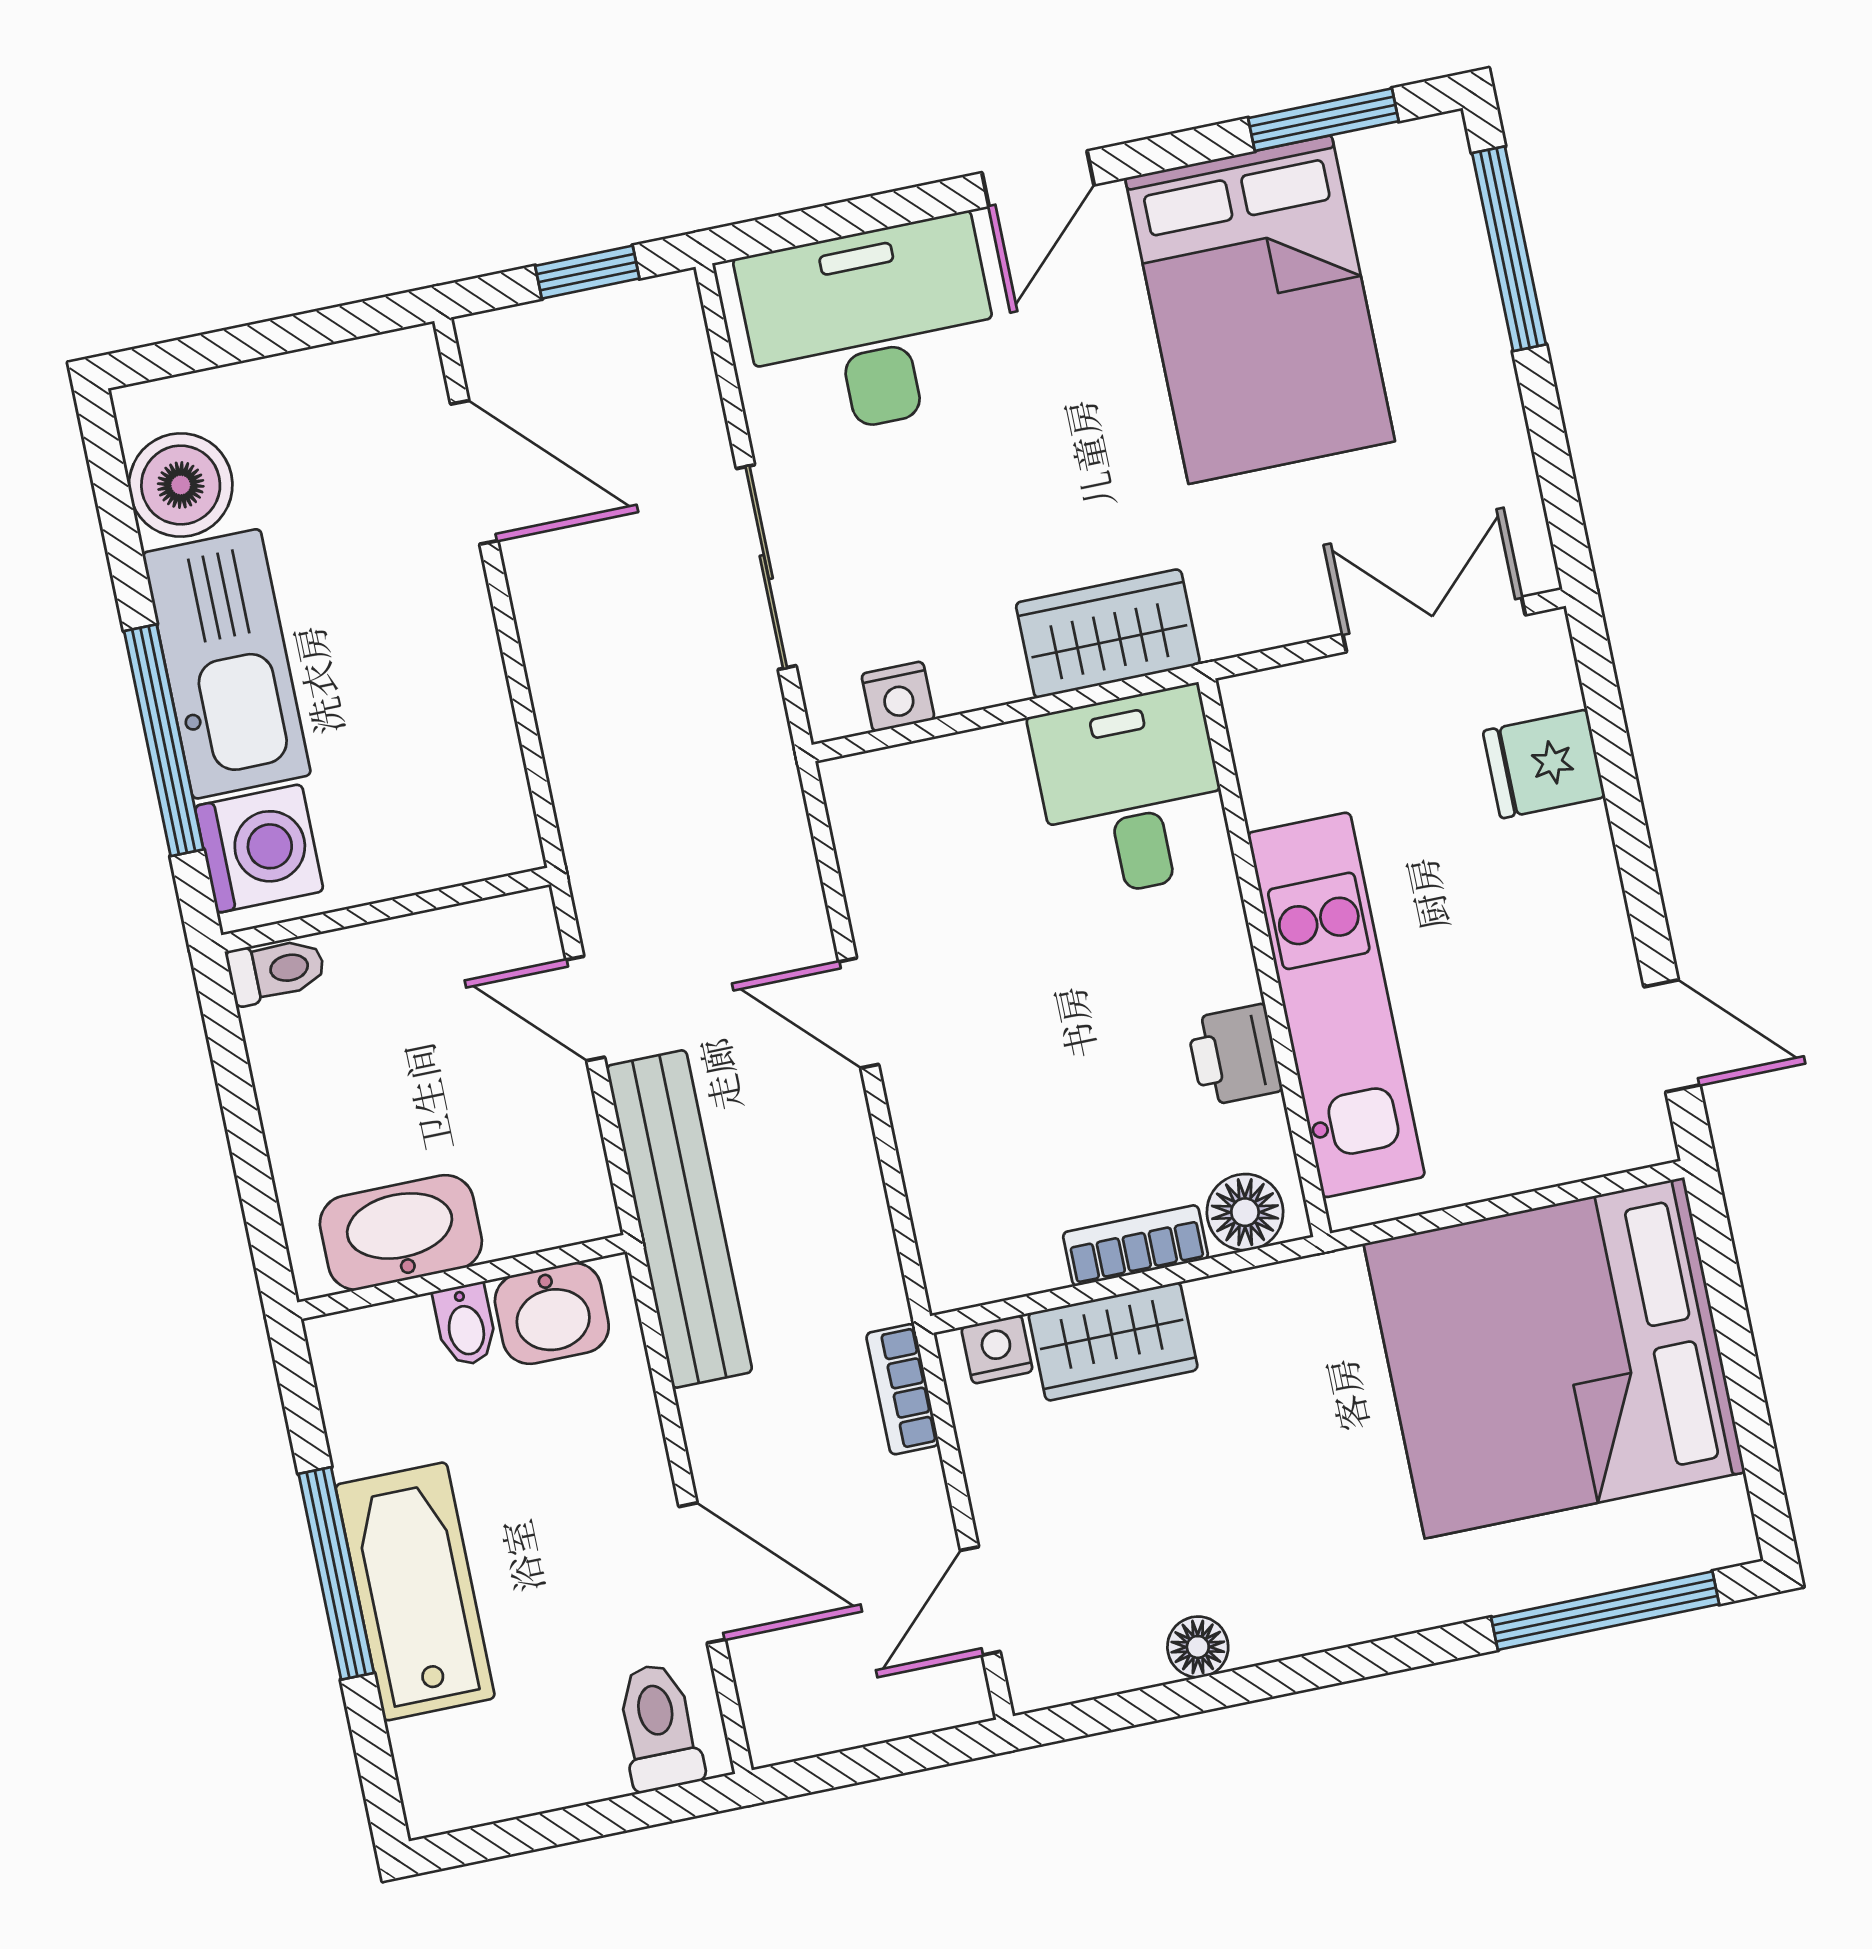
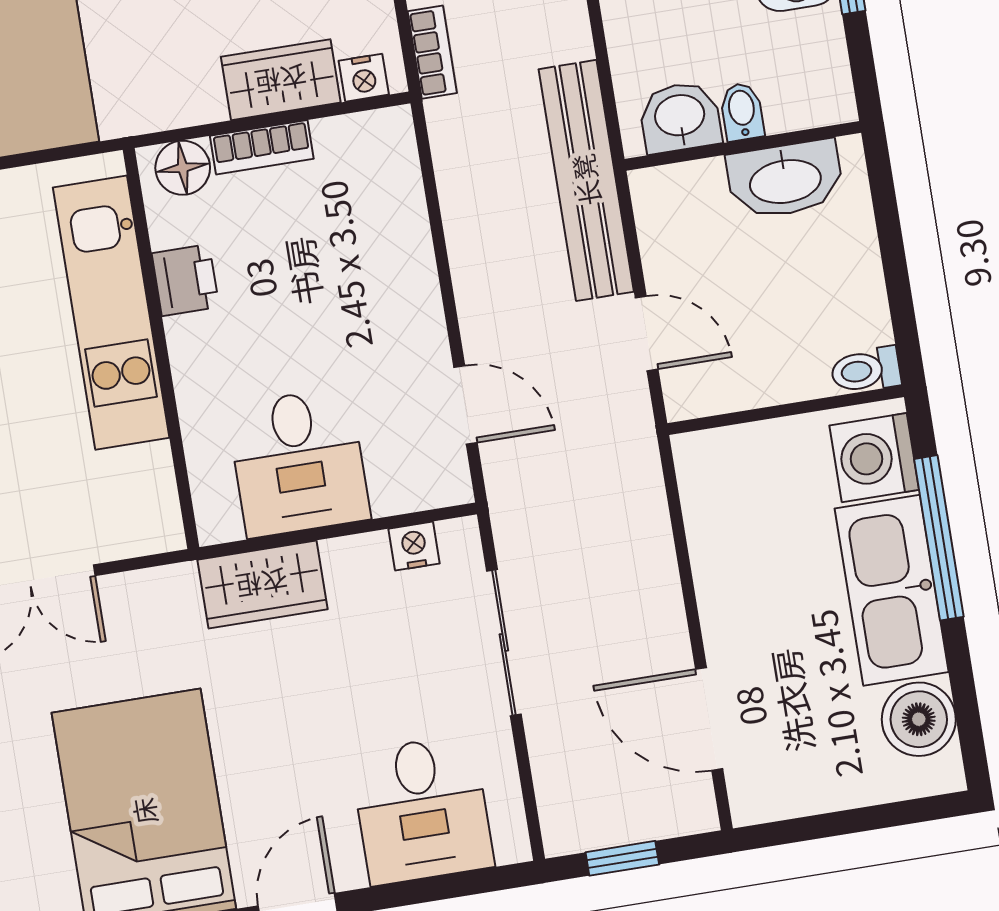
desk: (871, 328) -> (422, 810), width x0.73
desk: (1131, 793) -> (298, 462), moved
door: (859, 1013) -> (465, 405), moved

